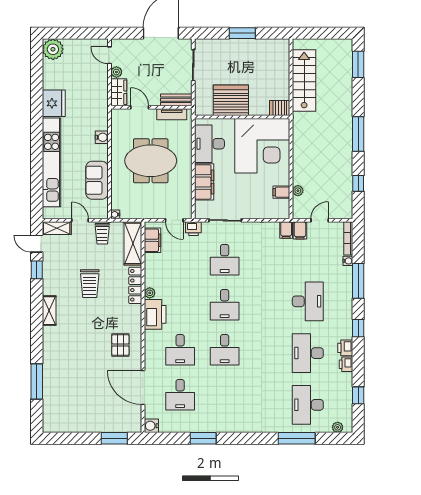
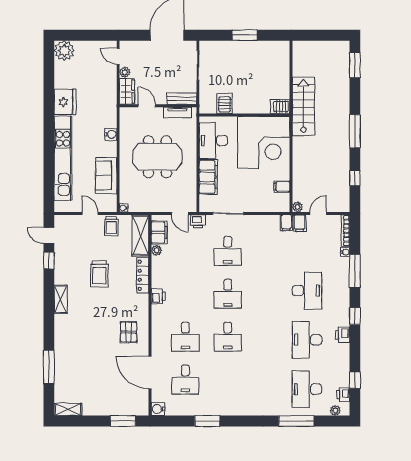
stairs: (304, 80) -> (303, 106), moved
server rack: (231, 100) -> (225, 104), width x0.46, depth x0.70
plant: (298, 191) -> (298, 207), moved
shelving: (57, 228) -> (68, 409), moved
plant: (150, 293) -> (156, 250), moved
printer: (155, 314) -> (158, 296), width x0.53, depth x0.68
printer: (346, 364) -> (343, 395), moved

